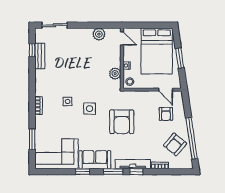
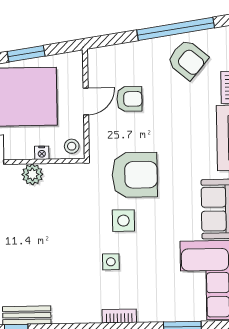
plant: (115, 74) -> (32, 174), moved
door: (166, 90) -> (86, 101), moved
armchair: (166, 114) -> (129, 99), moved
armchair: (122, 122) -> (135, 175), moved

